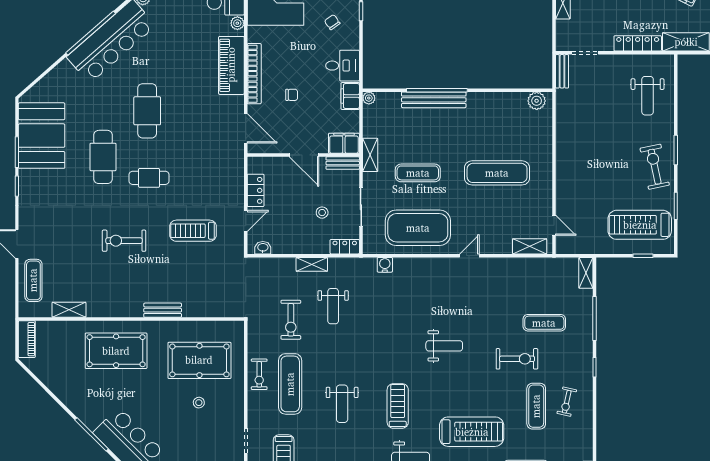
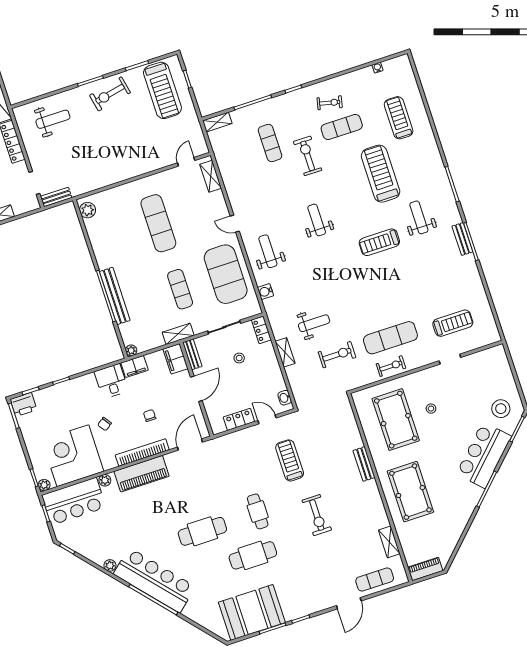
chair: (332, 22) -> (105, 424), moved
treadmill: (193, 231) -> (290, 460), turned 180
weight bench: (342, 404) -> (268, 251), moved, turned -90

